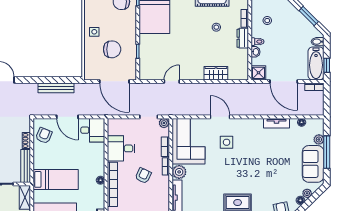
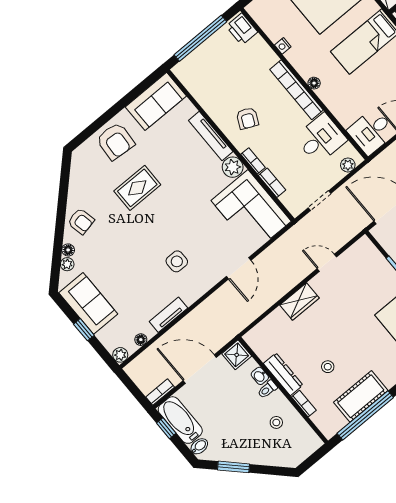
dresser: (243, 38) -> (283, 374), width x1.44
wardrobe: (216, 73) -> (299, 301), moved
door: (172, 81) -> (327, 263), swing flipped
door: (220, 117) -> (239, 268), hinge flipped
plant: (164, 123) -> (348, 165), moved
plant: (319, 139) -> (120, 355), moved
side table: (227, 142) -> (177, 261), moved
window: (327, 152) -> (84, 330), width x0.46
armchair: (143, 176) -> (247, 118), moved

